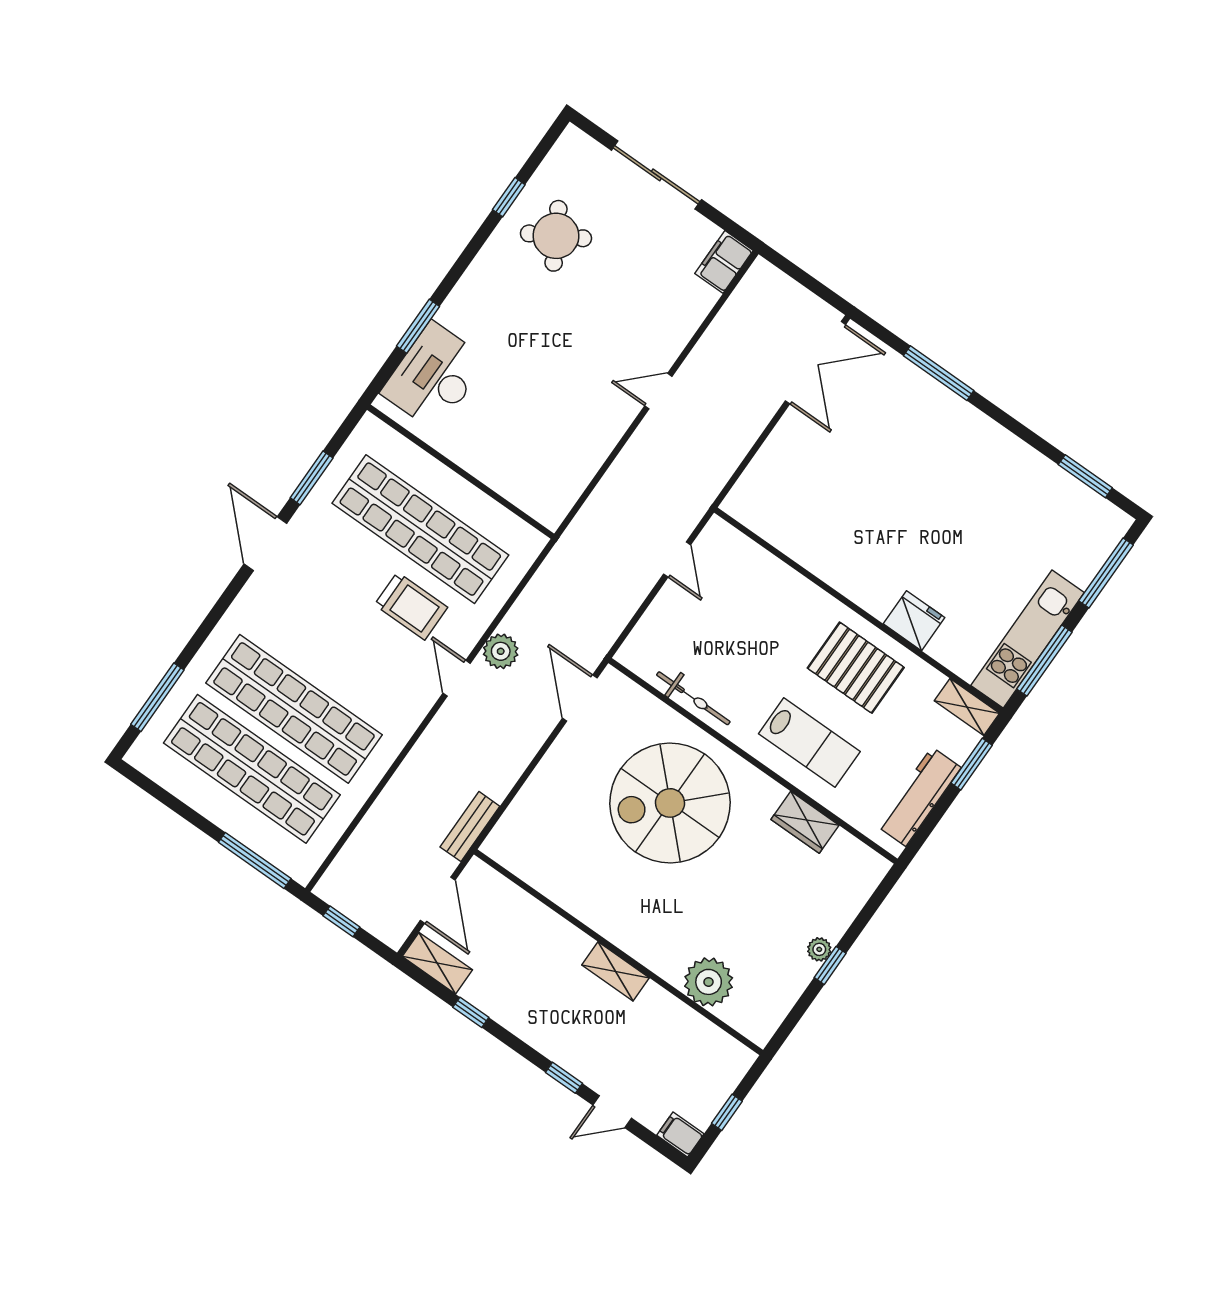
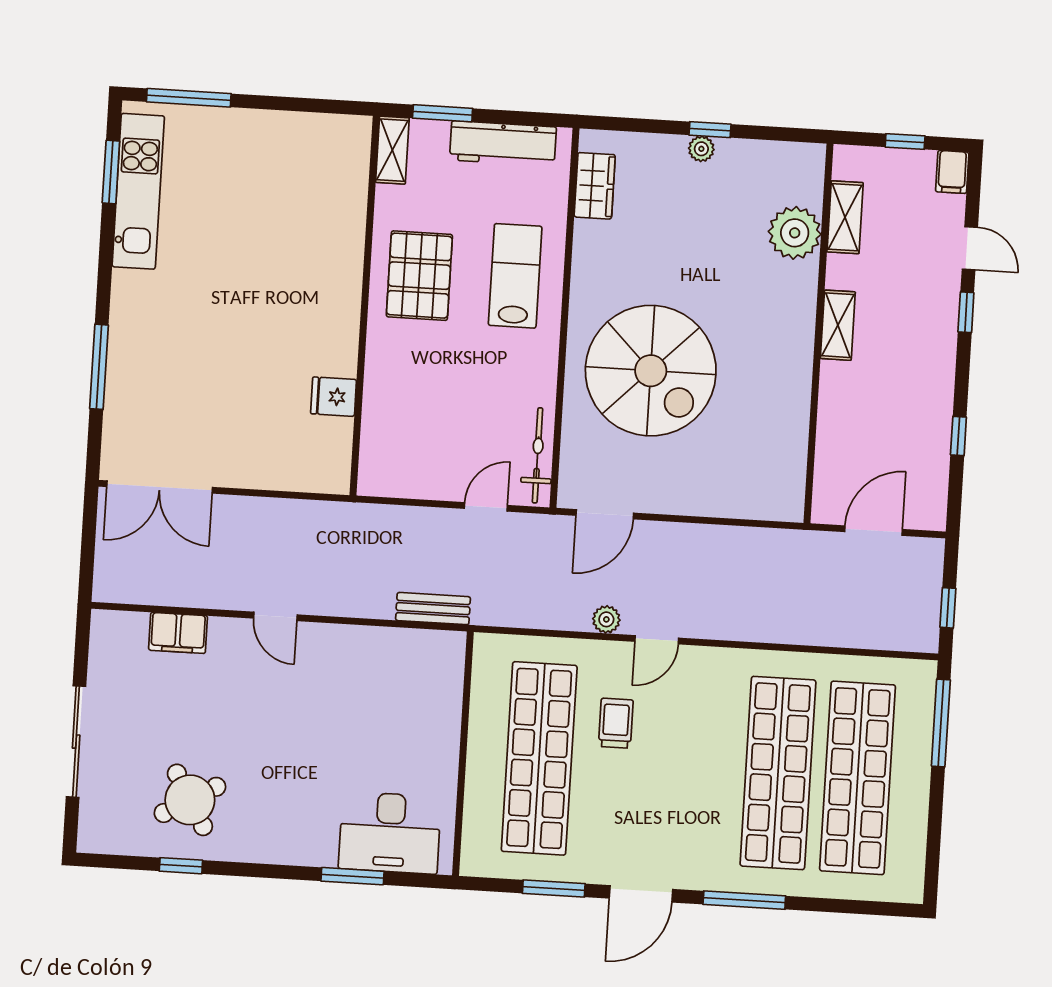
filing cabinet: (724, 262) -> (178, 633), moved
double door: (815, 363) -> (160, 487), swing flipped
door: (677, 560) -> (486, 507), moved
trolley: (411, 606) -> (616, 723), width x0.73, depth x0.72
fridge: (914, 621) -> (334, 397), moved, width x0.72
kitchen unit: (1028, 639) -> (138, 191), moved, turned -90
plant: (501, 651) -> (606, 619), width x0.73, depth x0.73
window: (1044, 661) -> (305, 105), removed
window: (157, 697) -> (744, 900), moved
bicycle: (693, 698) -> (538, 455), moved
wardrobe: (805, 822) -> (595, 186), moved
bench: (470, 827) -> (433, 609), moved
shelving: (437, 963) -> (845, 217), moved

